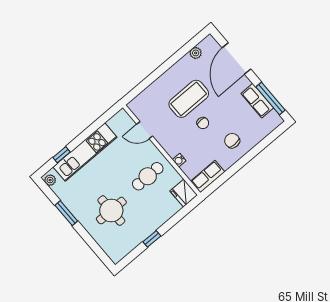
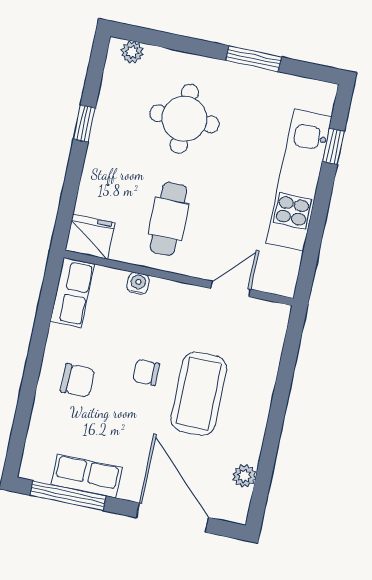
plant: (50, 180) -> (132, 52), moved

